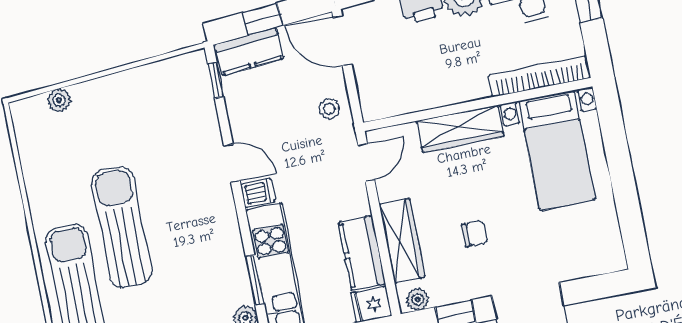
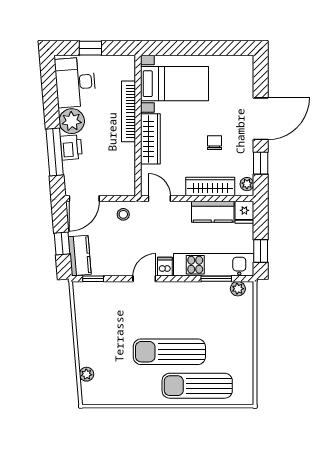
bookcase: (540, 76) -> (128, 111), moved

